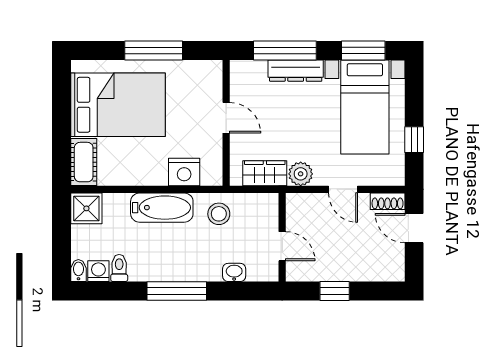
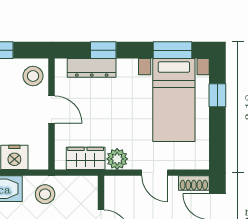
window: (285, 50) -> (103, 50), width x0.46
dresser: (296, 71) -> (92, 68), moved
stool: (205, 80) -> (33, 76), added
window: (414, 140) -> (217, 95), moved

